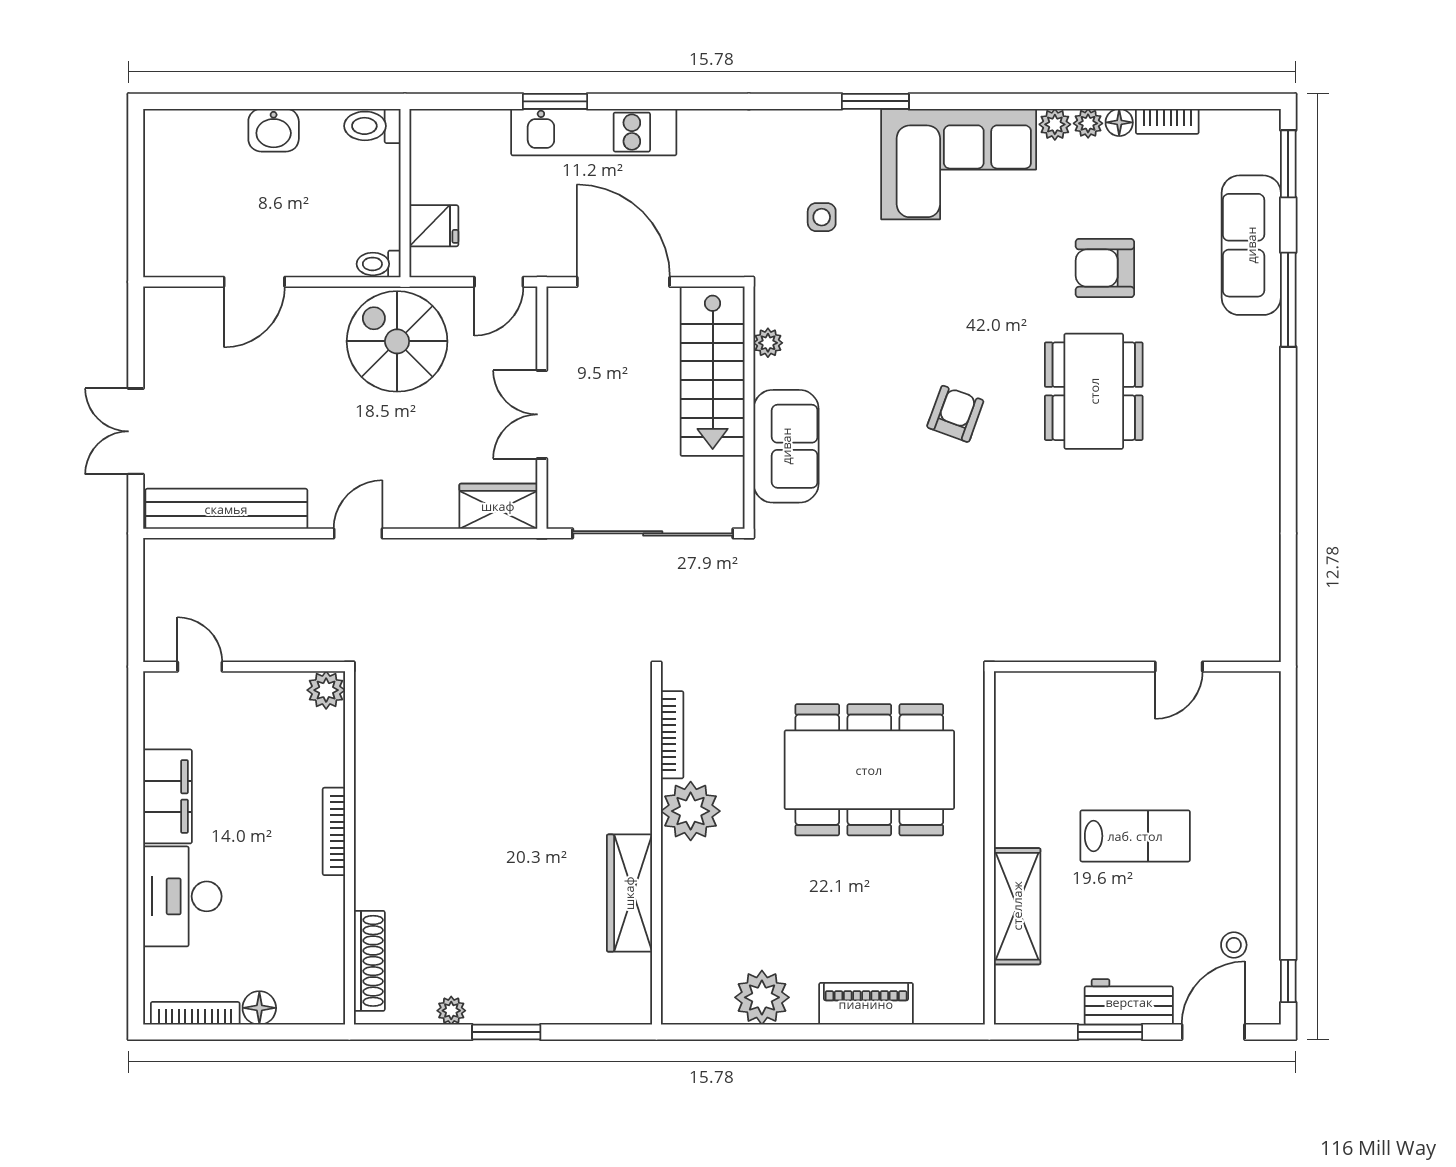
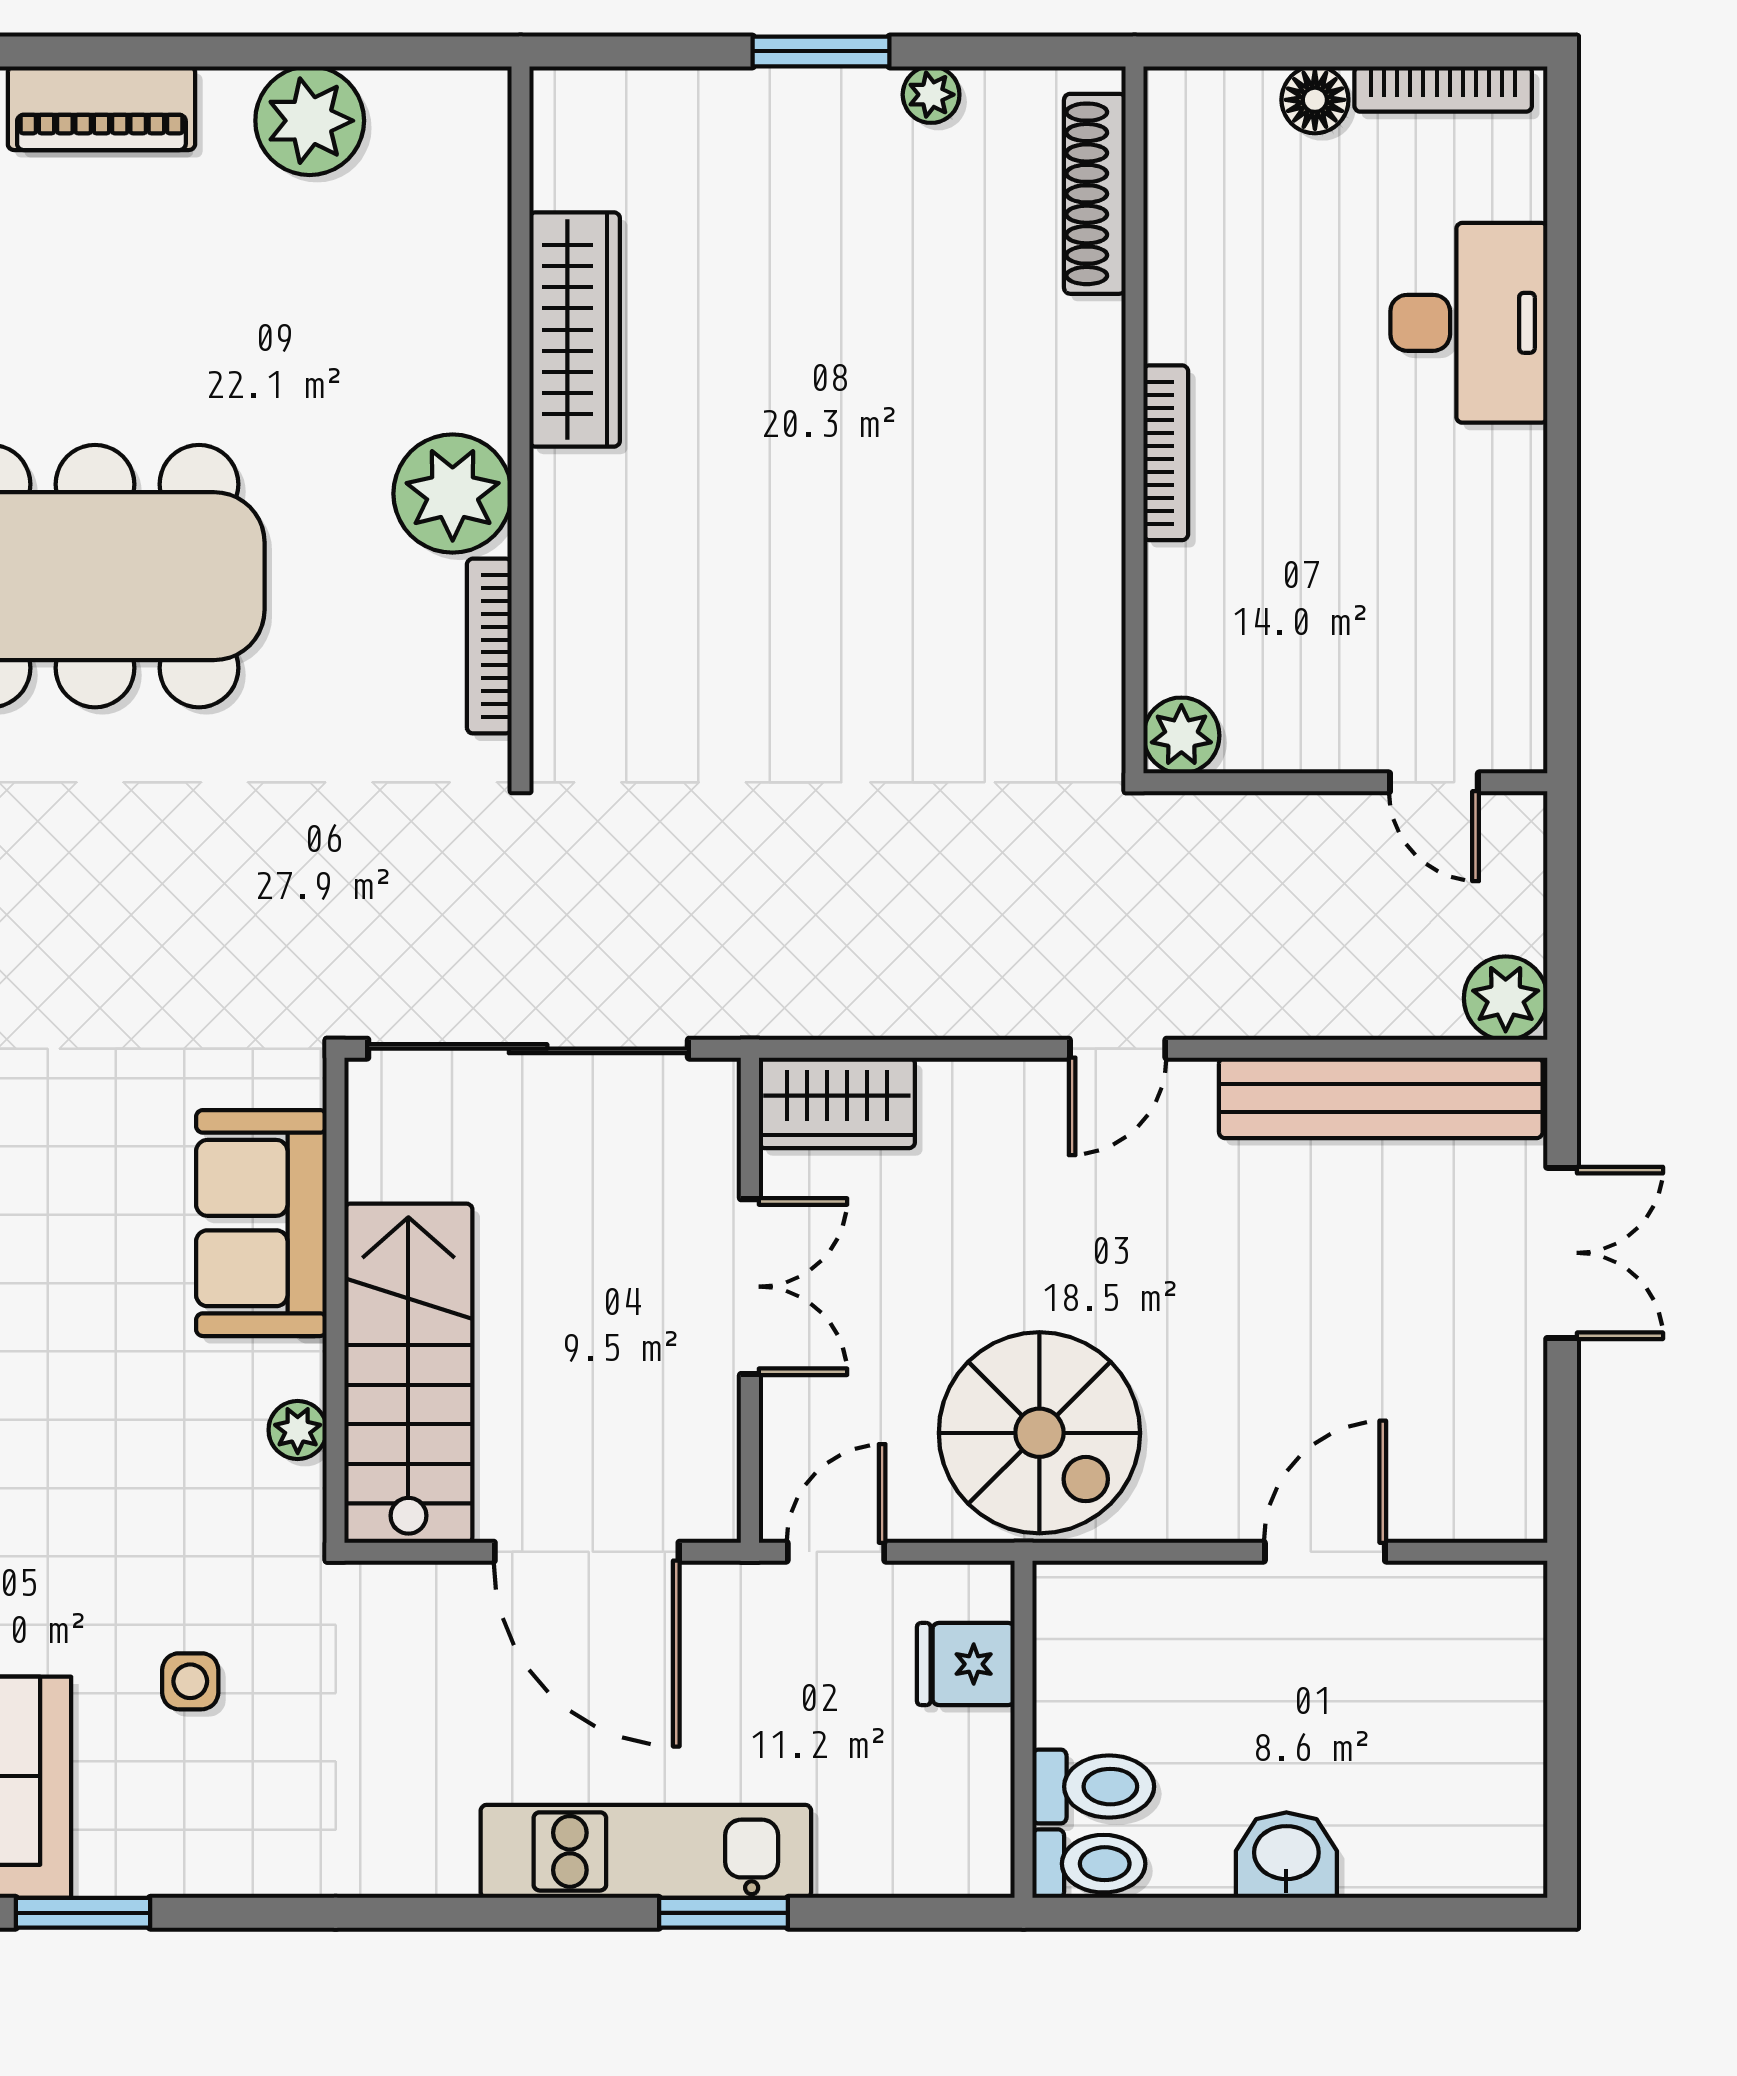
toilet: (379, 264) -> (1093, 1787), moved, width x1.37, depth x1.39
plant: (164, 559) -> (1506, 998), added
filing cabinet: (167, 796) -> (1499, 523), removed

